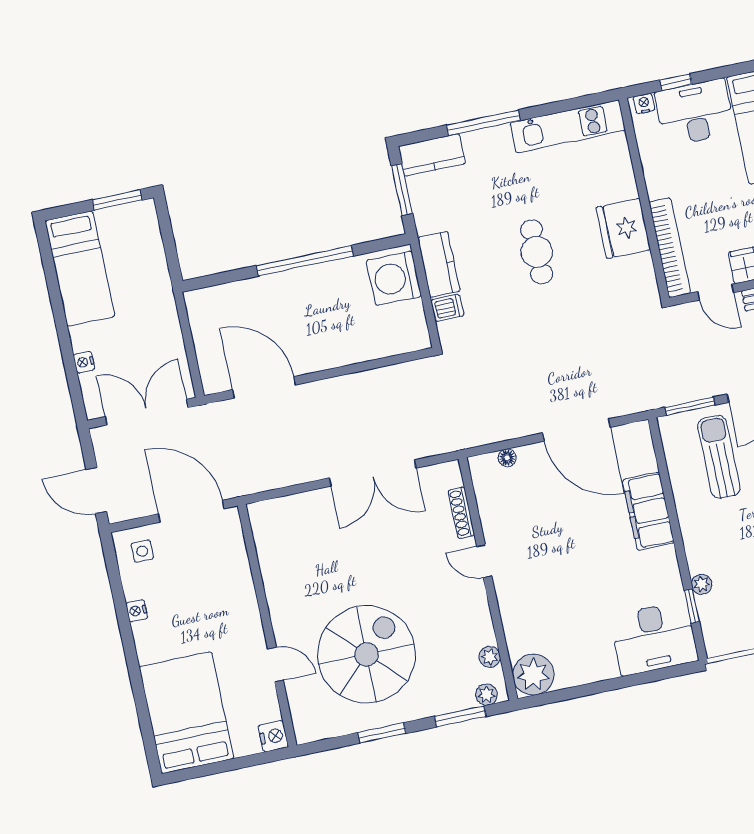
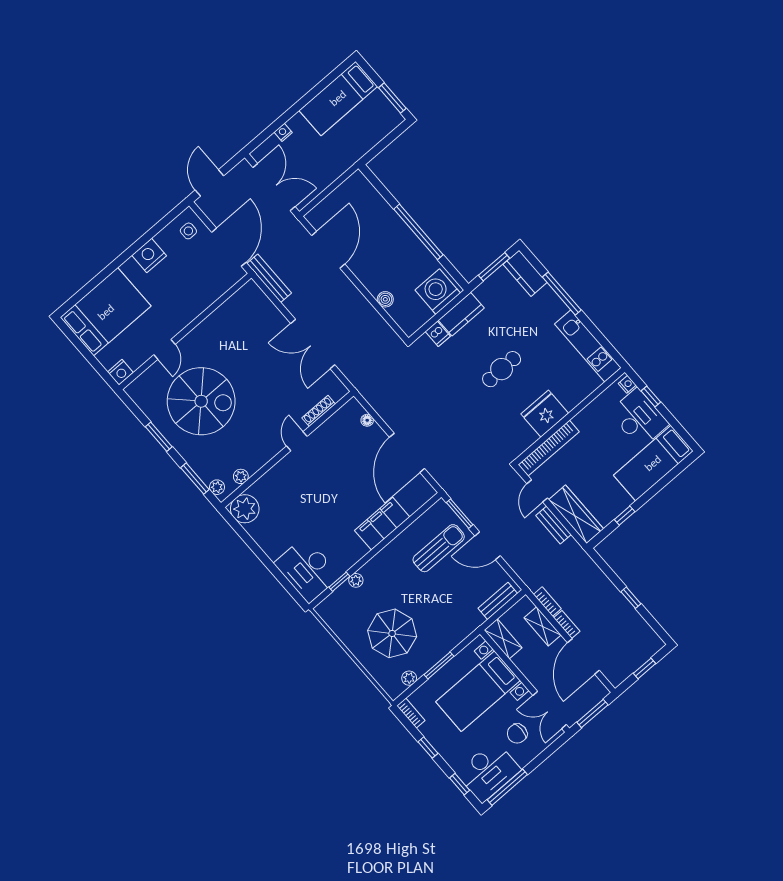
boiler: (367, 350) -> (385, 299), added
bench: (259, 482) -> (269, 278), added
nightstand: (137, 611) -> (149, 255), width x1.89, depth x1.79

